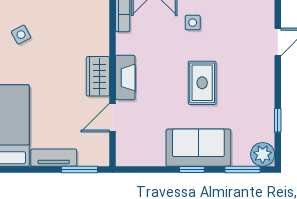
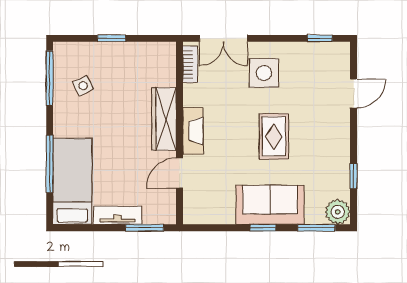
side table: (193, 23) -> (264, 73), width x1.87, depth x1.87
wardrobe: (98, 76) -> (164, 119), width x1.50

